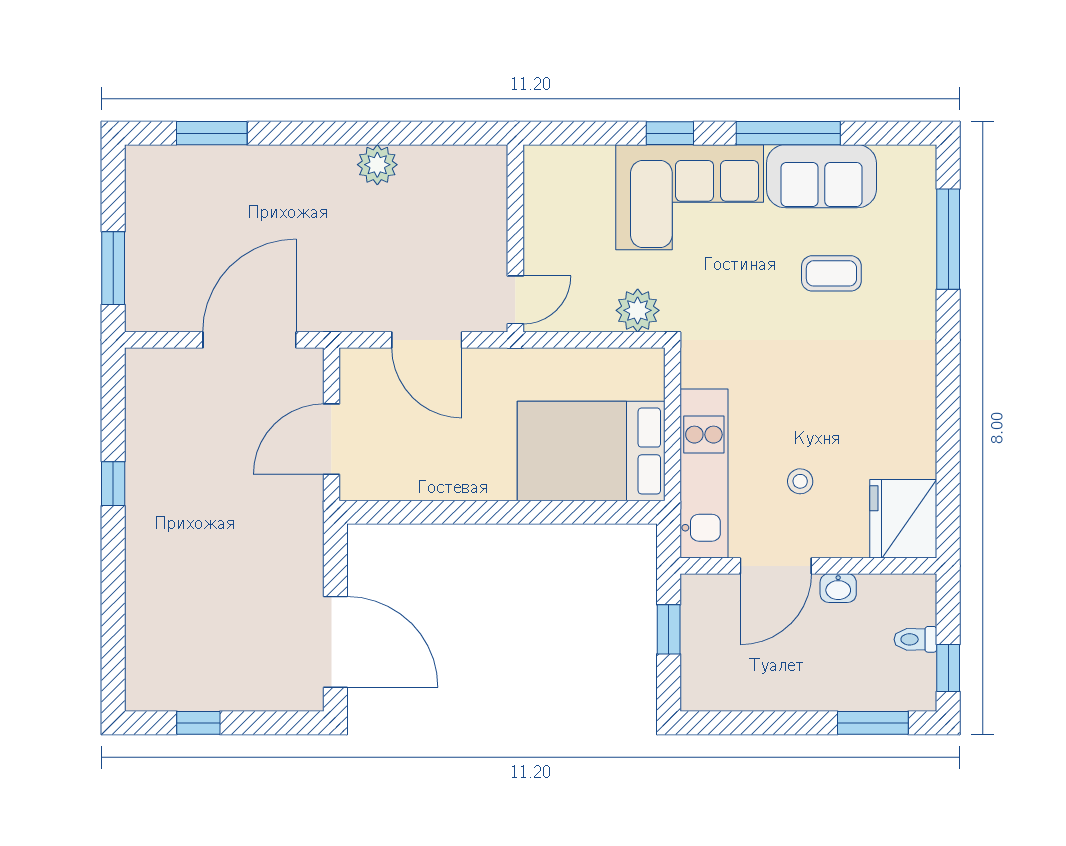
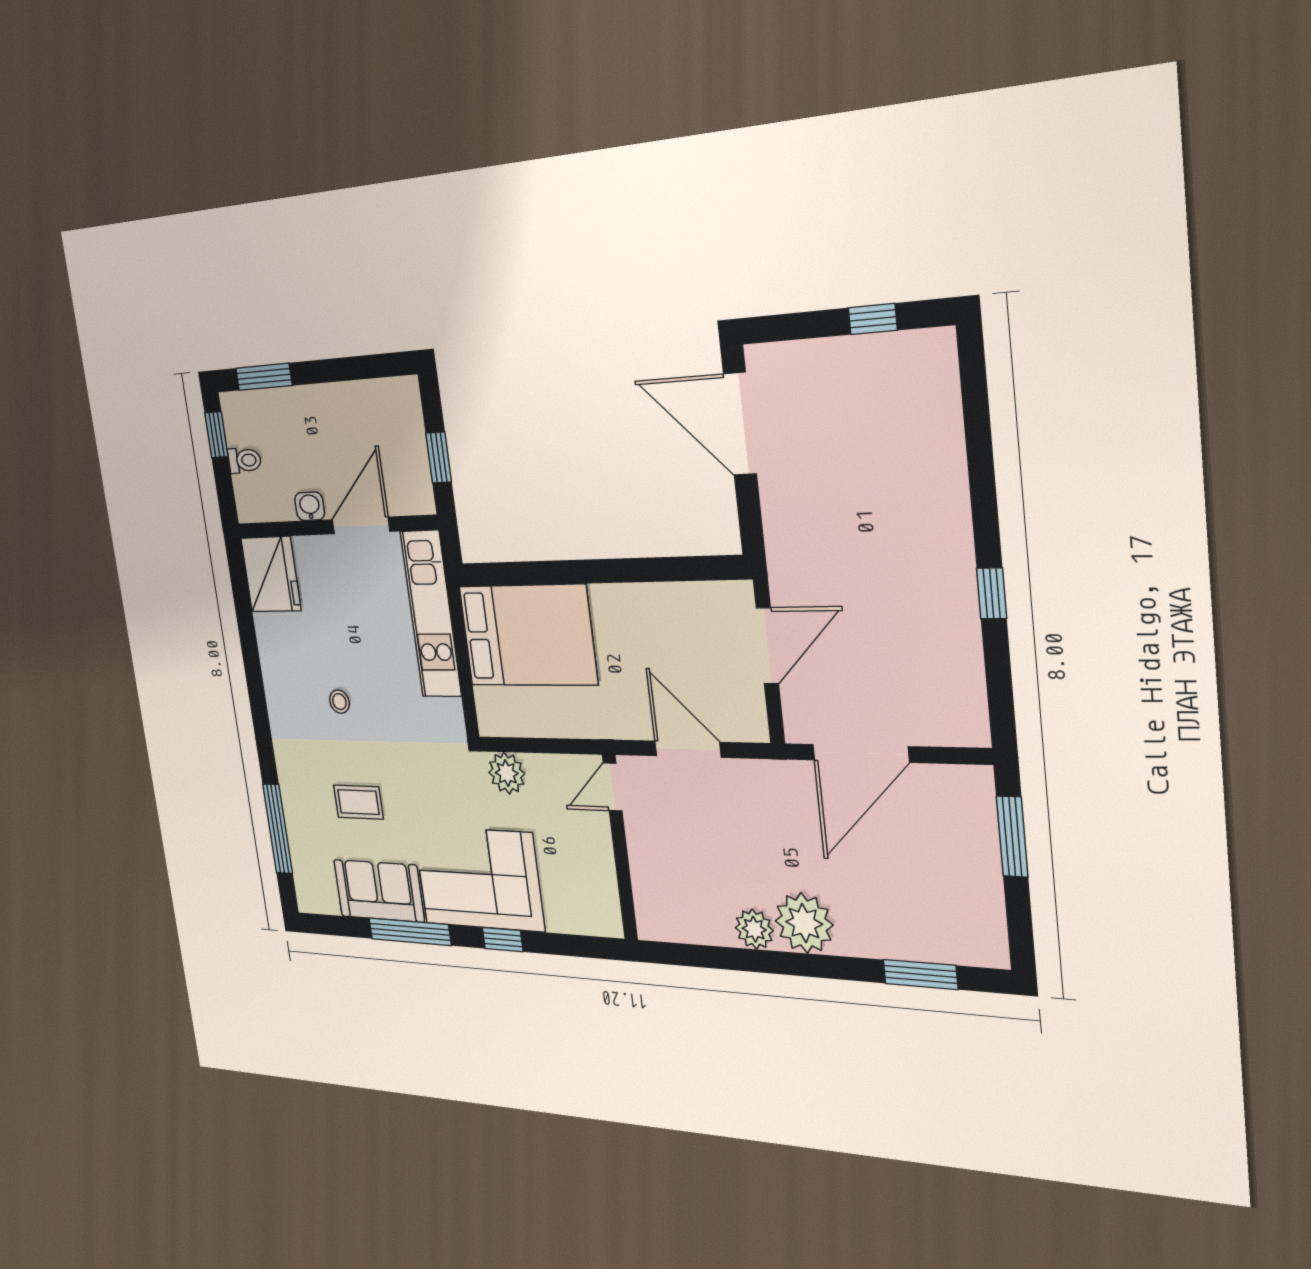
plant: (324, 174) -> (804, 923), added
stool: (800, 481) -> (339, 702), moved

